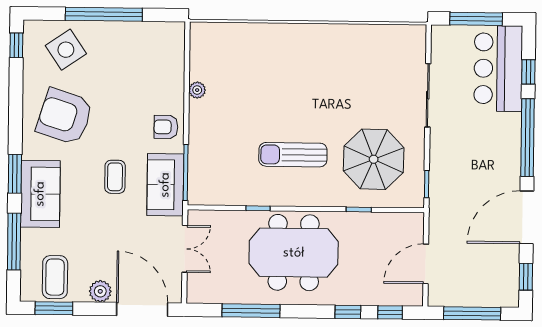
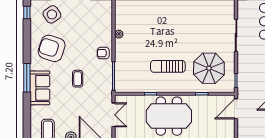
window: (15, 174) -> (27, 78), width x1.44
sofa: (165, 185) -> (103, 82), removed
window: (14, 242) -> (27, 112), removed
door: (426, 264) -> (236, 109), moved

